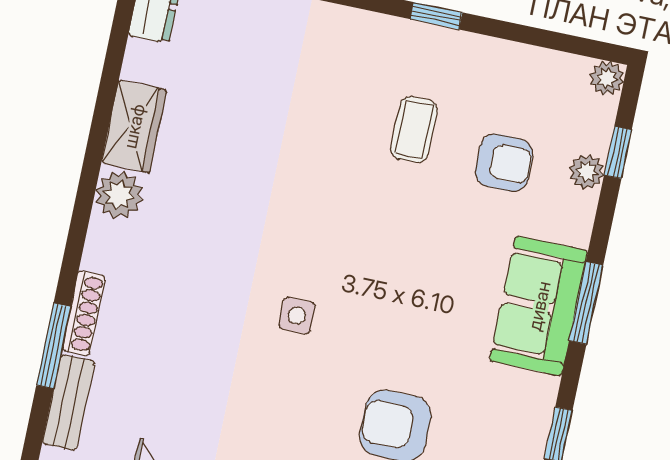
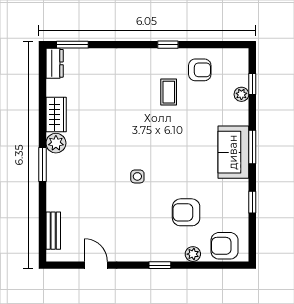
plant: (607, 78) -> (242, 55), removed
armchair: (504, 163) -> (200, 70), moved
shoe rack: (84, 313) -> (52, 194), removed
window: (54, 346) -> (42, 164), moved

